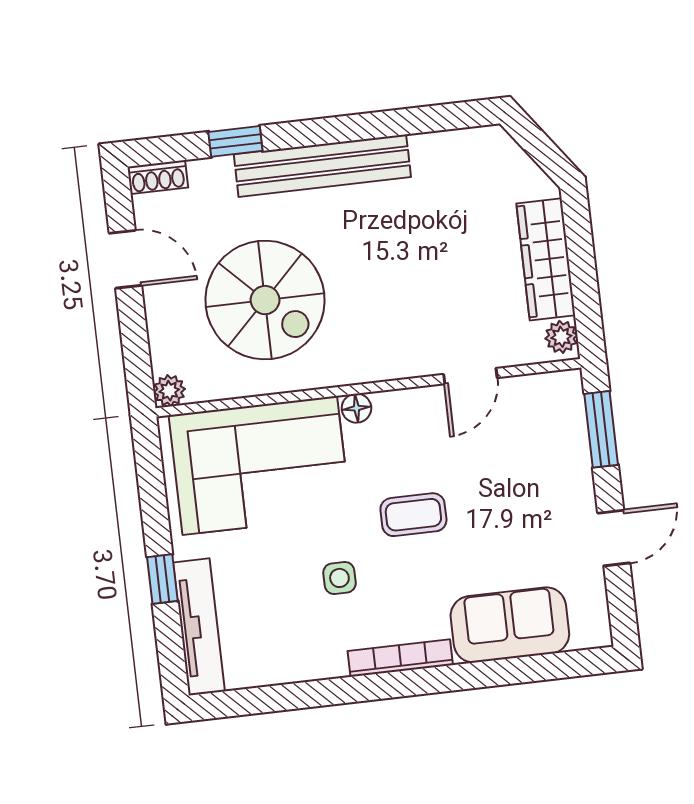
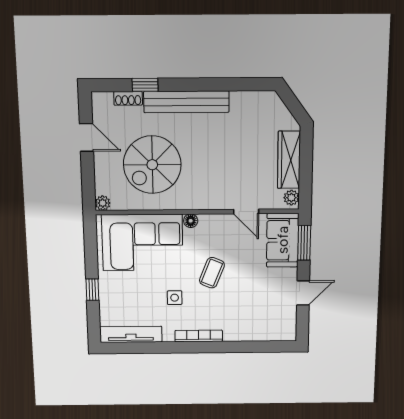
shoe rack: (158, 177) -> (128, 98), moved
spiral stairs: (265, 300) -> (152, 165), turned 90
door: (470, 376) -> (246, 211), hinge flipped
coffee table: (413, 515) -> (212, 273), turned -68
sofa: (510, 625) -> (283, 240), moved, turned -90
tv unit: (199, 627) -> (131, 334), moved, turned -90

